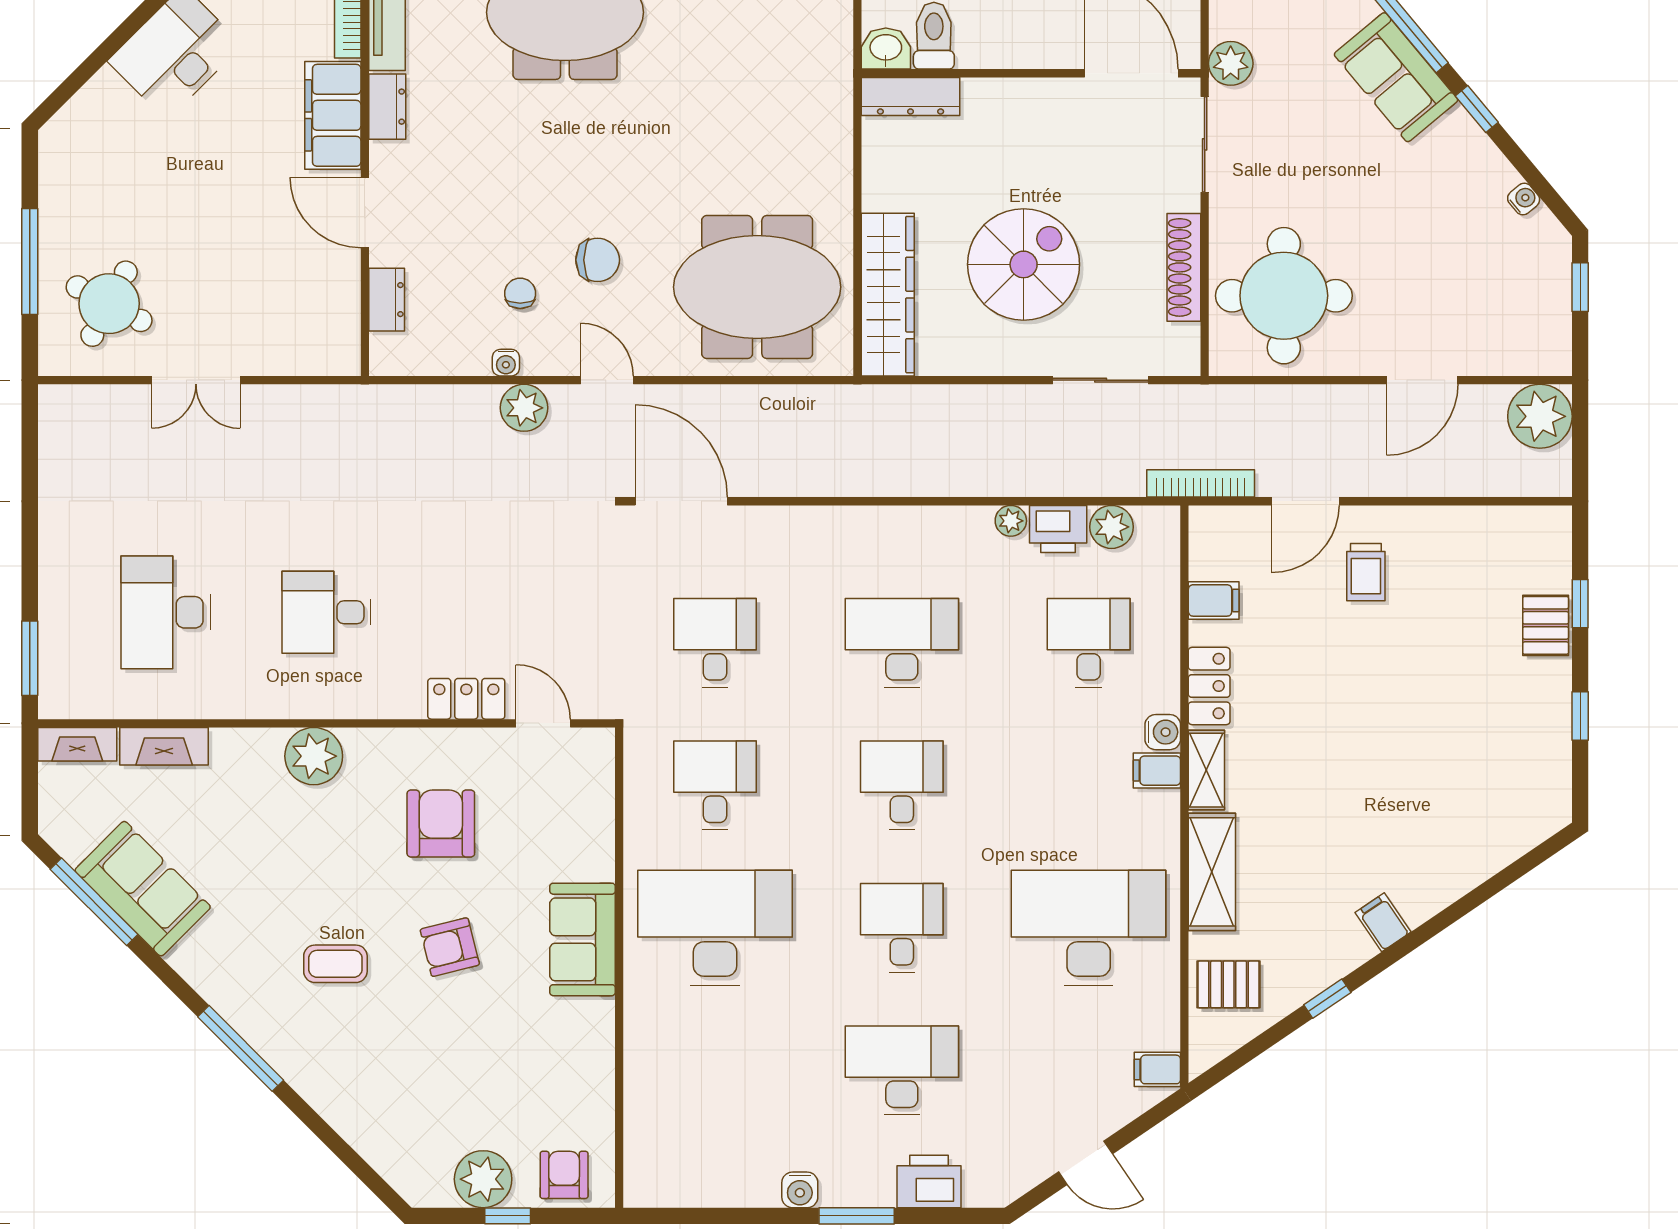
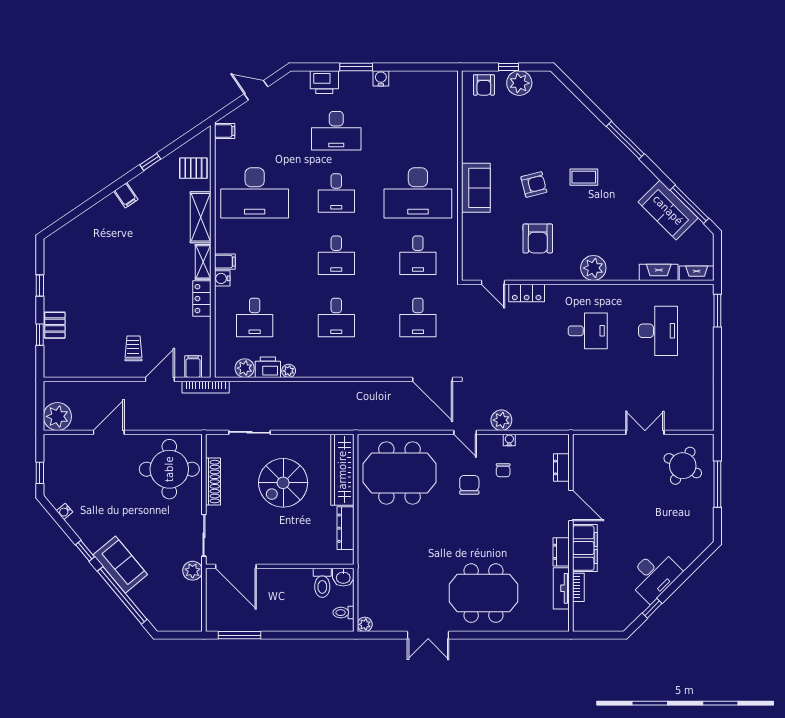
dresser: (911, 97) -> (346, 528), moved, turned -90
chair: (598, 260) -> (469, 485), turned 90
filing cabinet: (1214, 600) -> (193, 367), moved, turned 90
desk: (902, 643) -> (336, 317), width x0.73

